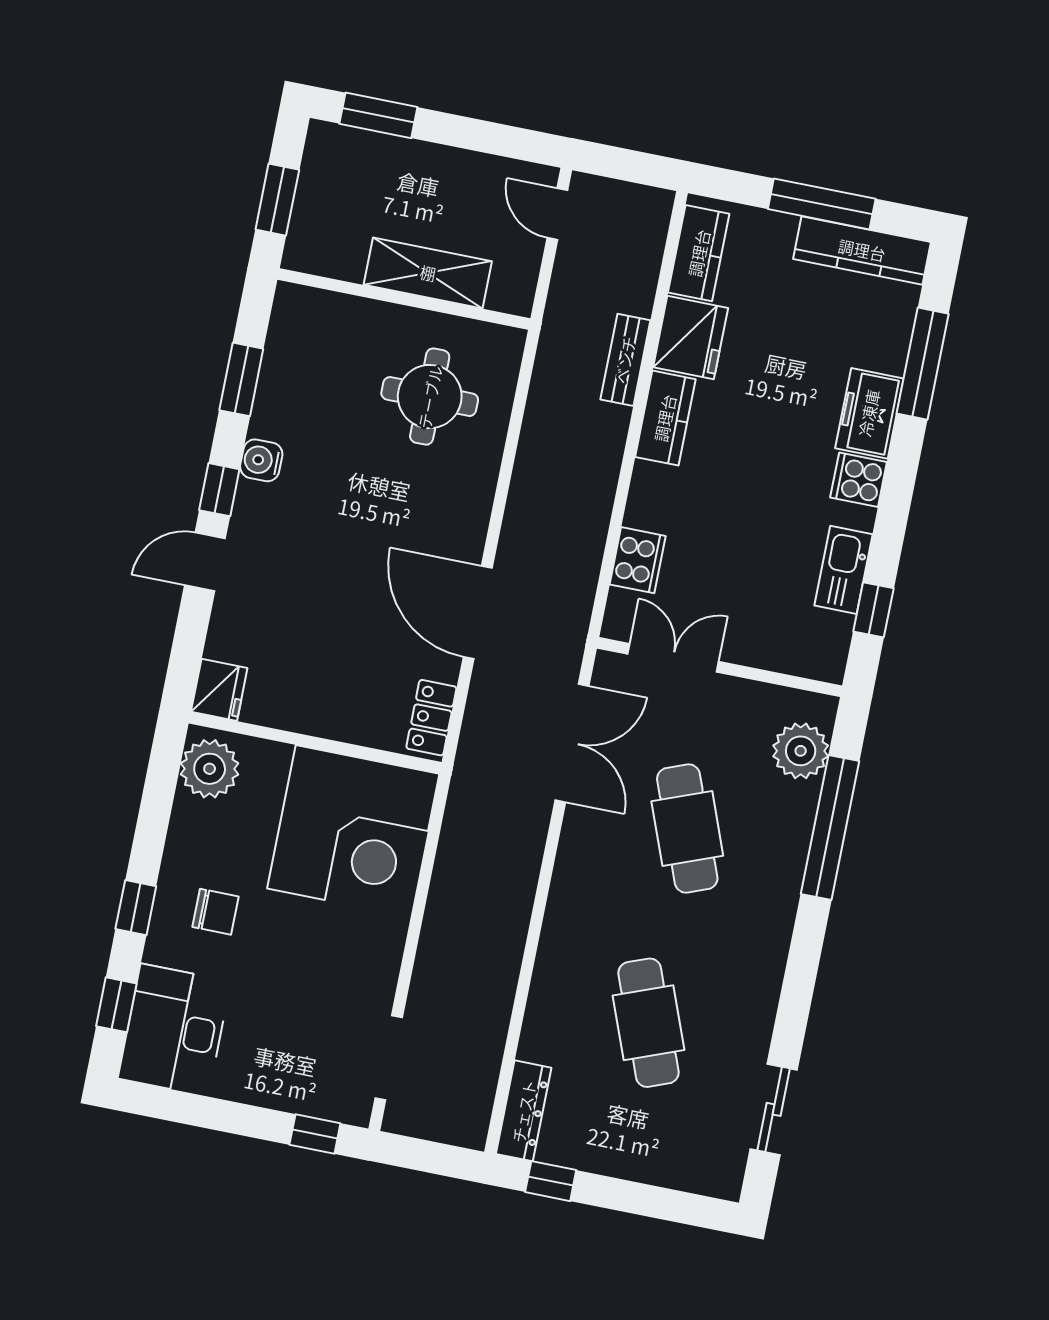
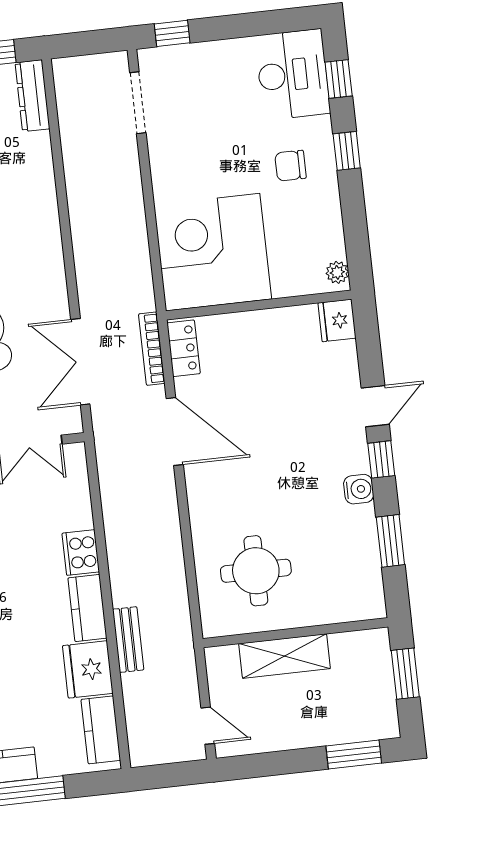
cooker: (638, 560) -> (81, 553), moved
bookcase: (473, 730) -> (152, 349), added
plant: (210, 769) -> (337, 272), width x0.53, depth x0.53

